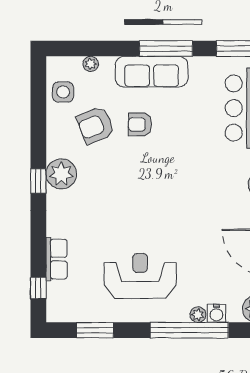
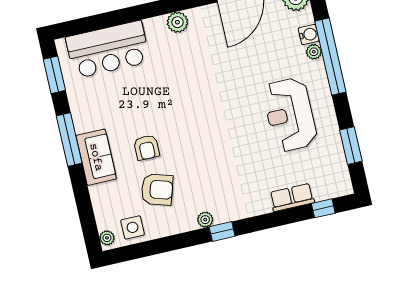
plant: (91, 64) -> (107, 238), moved
sofa: (152, 72) -> (96, 157), width x0.73
armchair: (96, 125) -> (157, 189), turned -51
plant: (61, 174) -> (205, 220), width x0.53, depth x0.53

